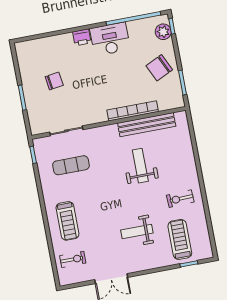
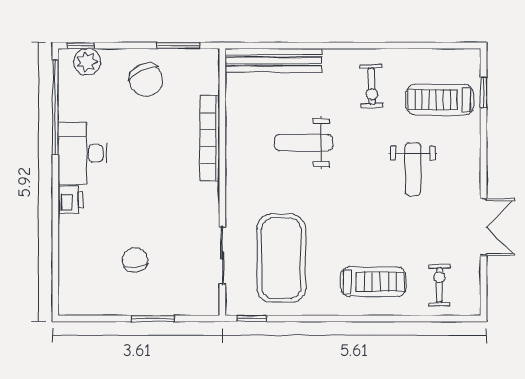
bench: (147, 125) -> (273, 60), moved, turned 90
exercise mat: (71, 165) -> (281, 258), width x2.00, depth x1.45

